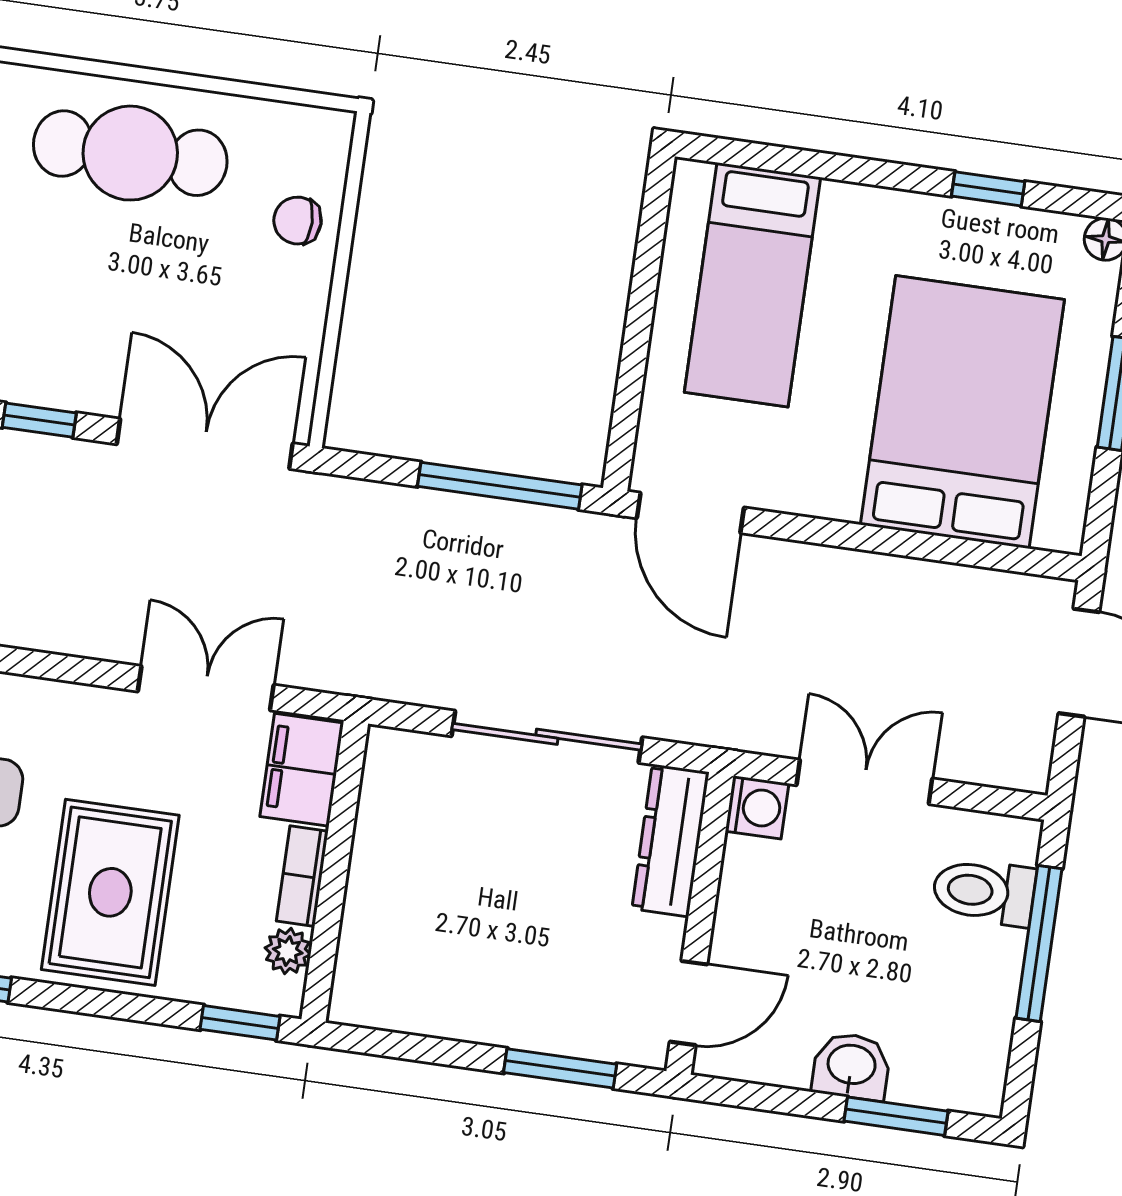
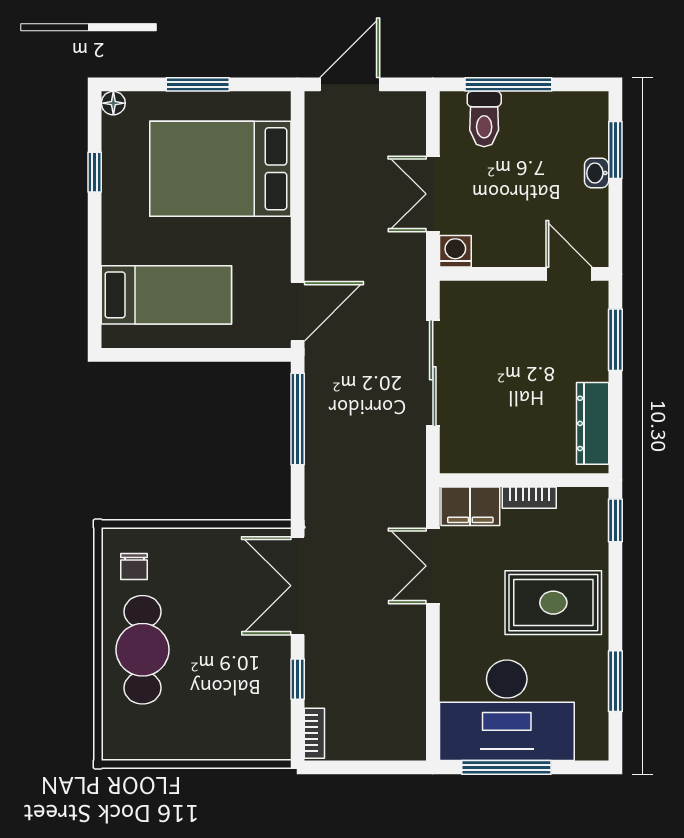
chair: (297, 221) -> (134, 567), moved
dresser: (670, 841) -> (593, 423), moved, turned 90
plant: (288, 951) -> (572, 500), removed
washbasin: (851, 1066) -> (597, 173), width x0.72, depth x0.69

